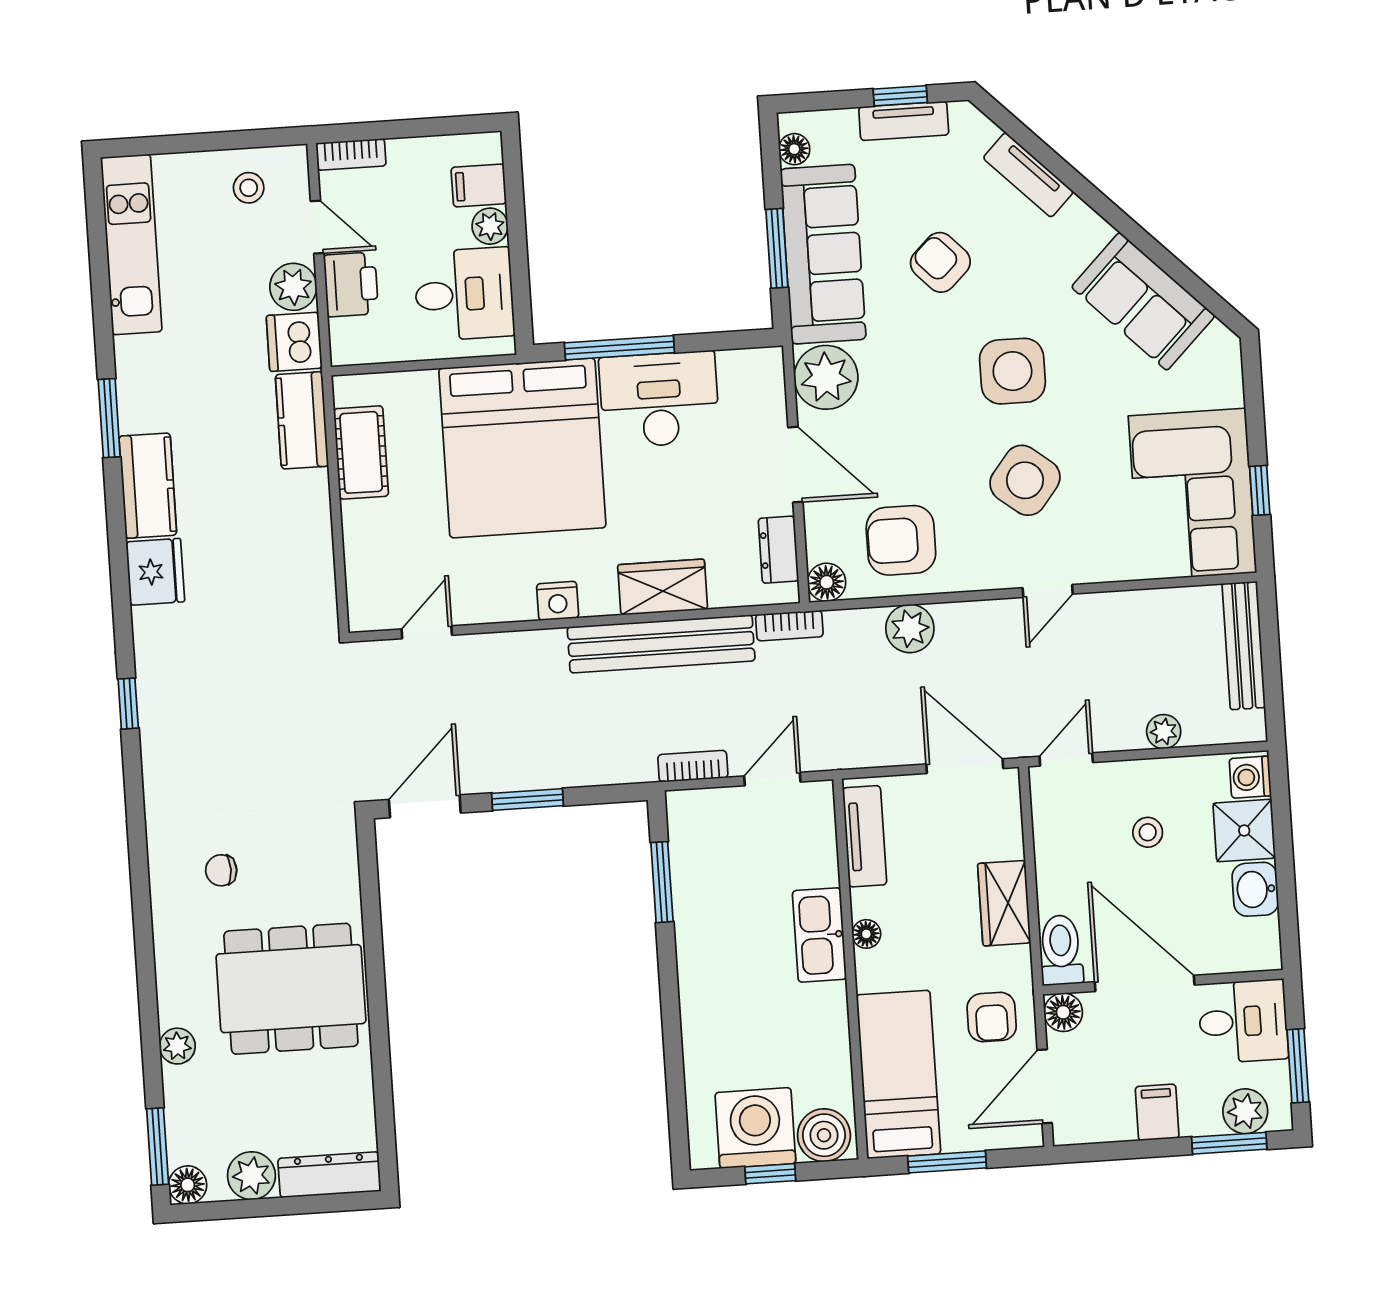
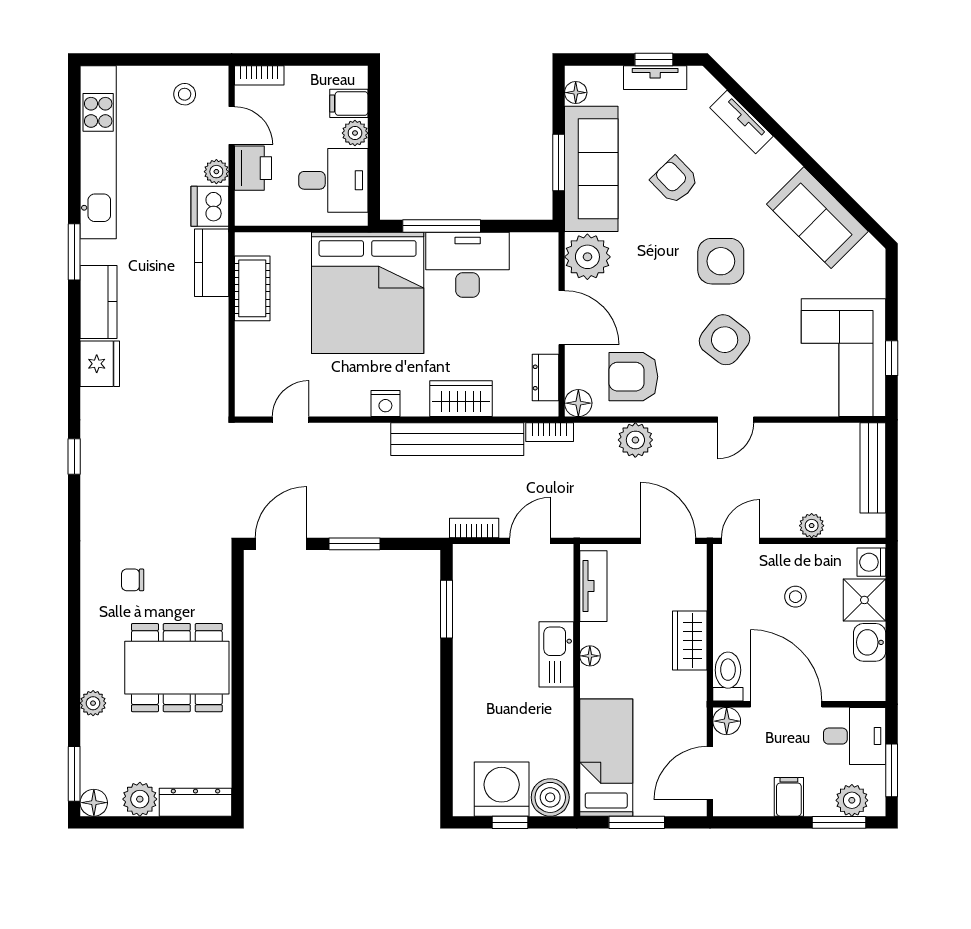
kitchen unit: (131, 244) -> (98, 152), width x1.36
plant: (293, 287) -> (216, 172), width x0.73, depth x0.73
armchair: (992, 1017) -> (675, 721), removed

